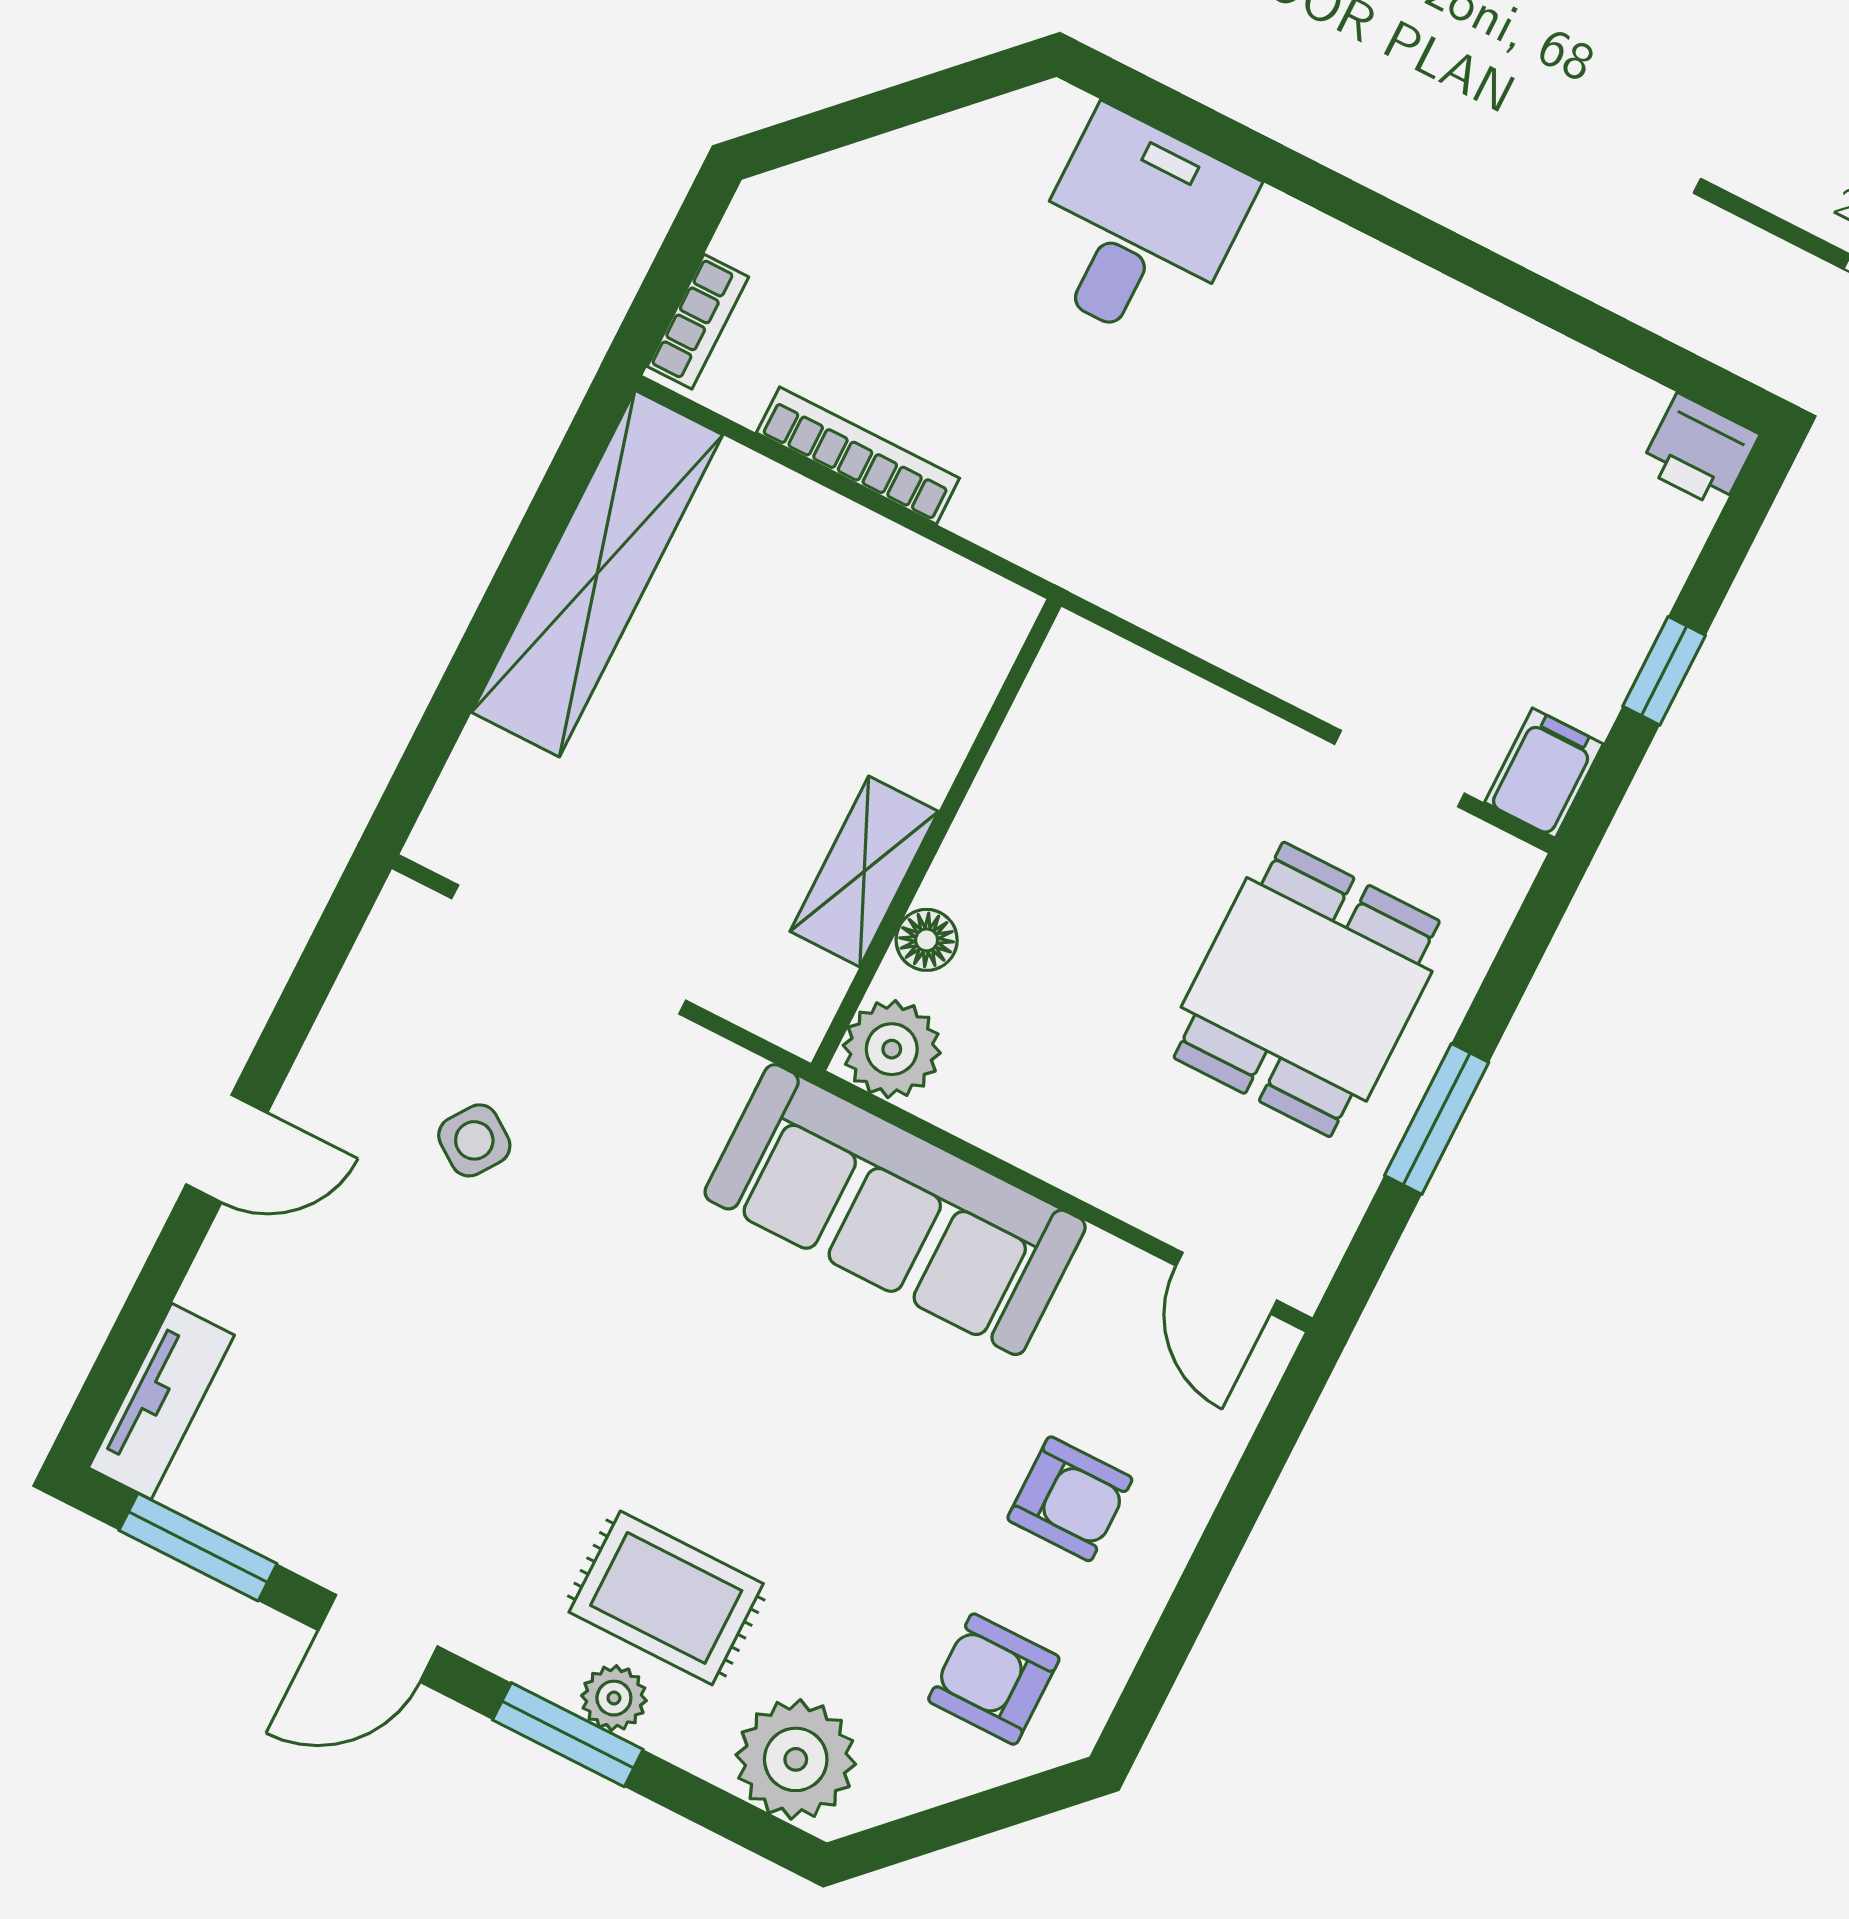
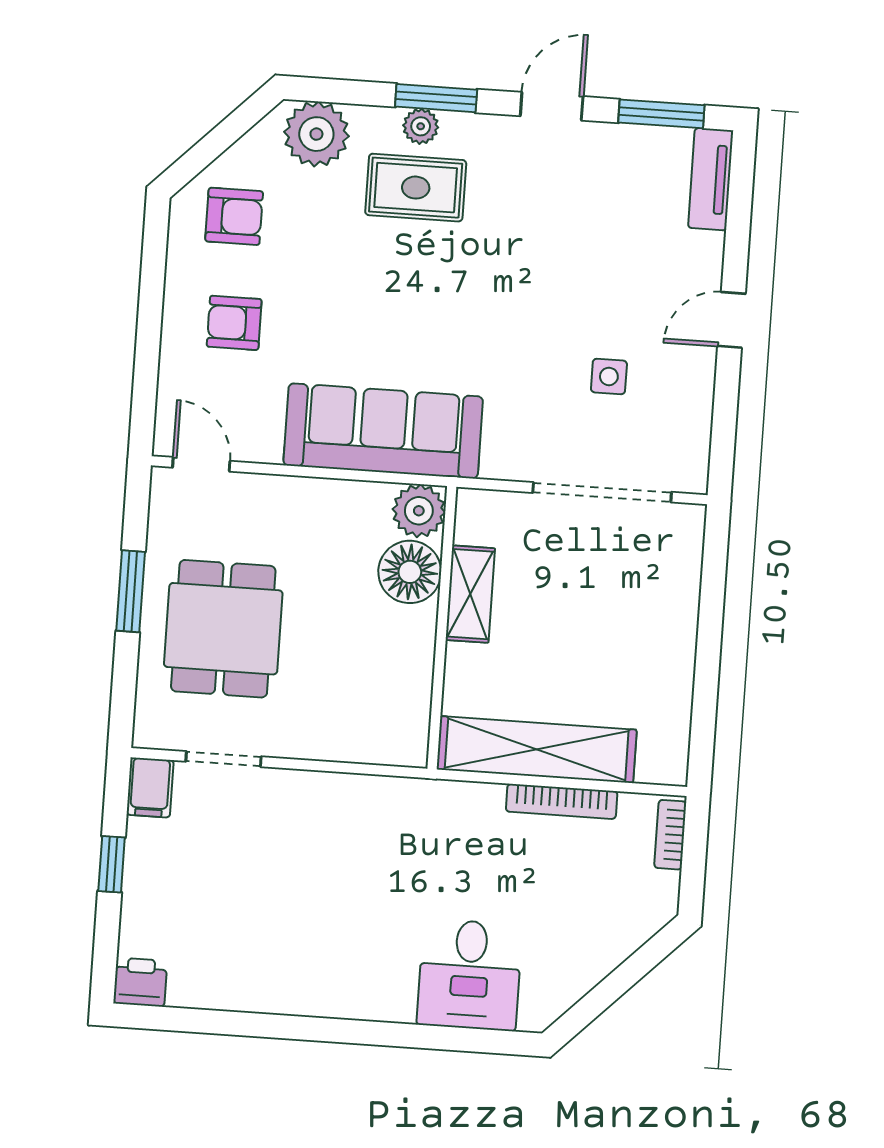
shelving: (597, 574) -> (537, 749), moved, turned 90
floor lamp: (927, 940) -> (410, 572), width x1.89, depth x1.89
side table: (474, 1140) -> (609, 376), turned -35

